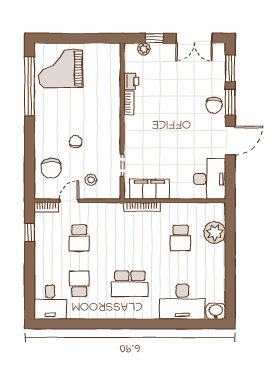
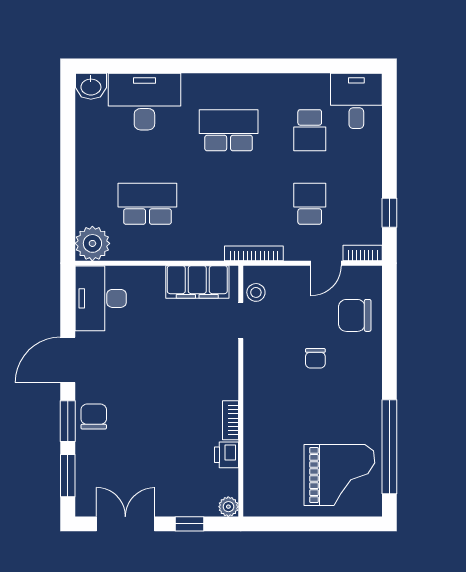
plant: (144, 49) -> (228, 507), moved
chair: (51, 168) -> (355, 315), turned -90
stool: (91, 180) -> (256, 292), moved
bookcase: (142, 207) -> (254, 253), moved
plant: (215, 232) -> (92, 243), moved
school desk: (180, 238) -> (147, 204), width x1.85

